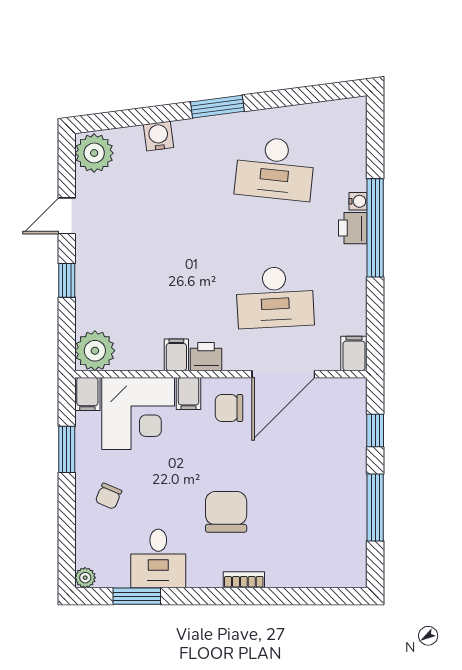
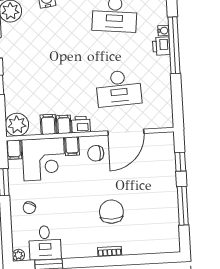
filing cabinet: (354, 353) -> (48, 124), moved
chair: (226, 512) -> (111, 212), moved
desk: (158, 559) -> (45, 243), moved

